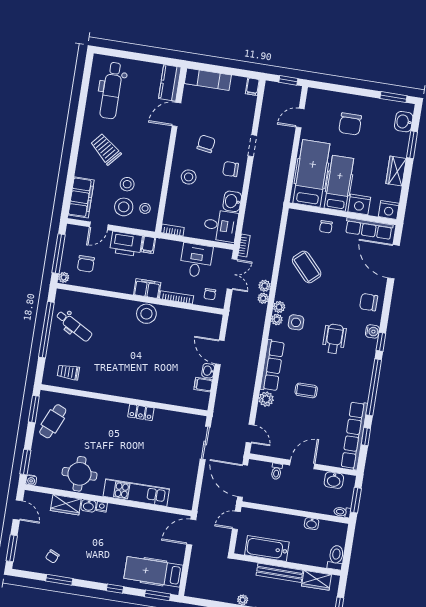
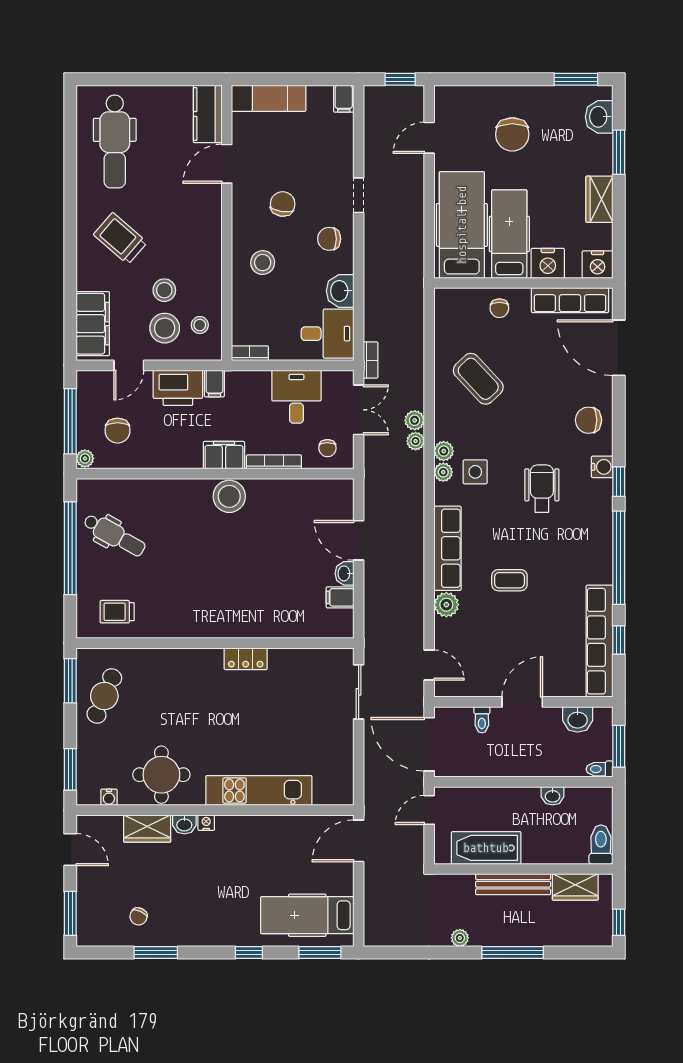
water cooler: (31, 480) -> (109, 797), moved

